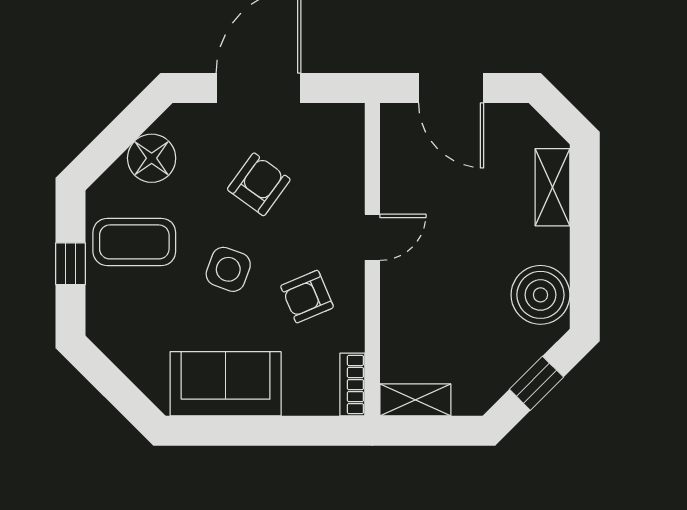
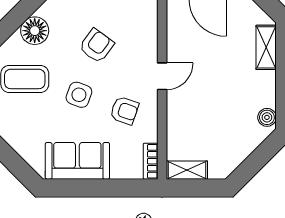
boiler: (540, 295) -> (267, 117), width x0.54, depth x0.54
armchair: (307, 297) -> (124, 110), turned -138
window: (536, 383) -> (257, 160), removed

